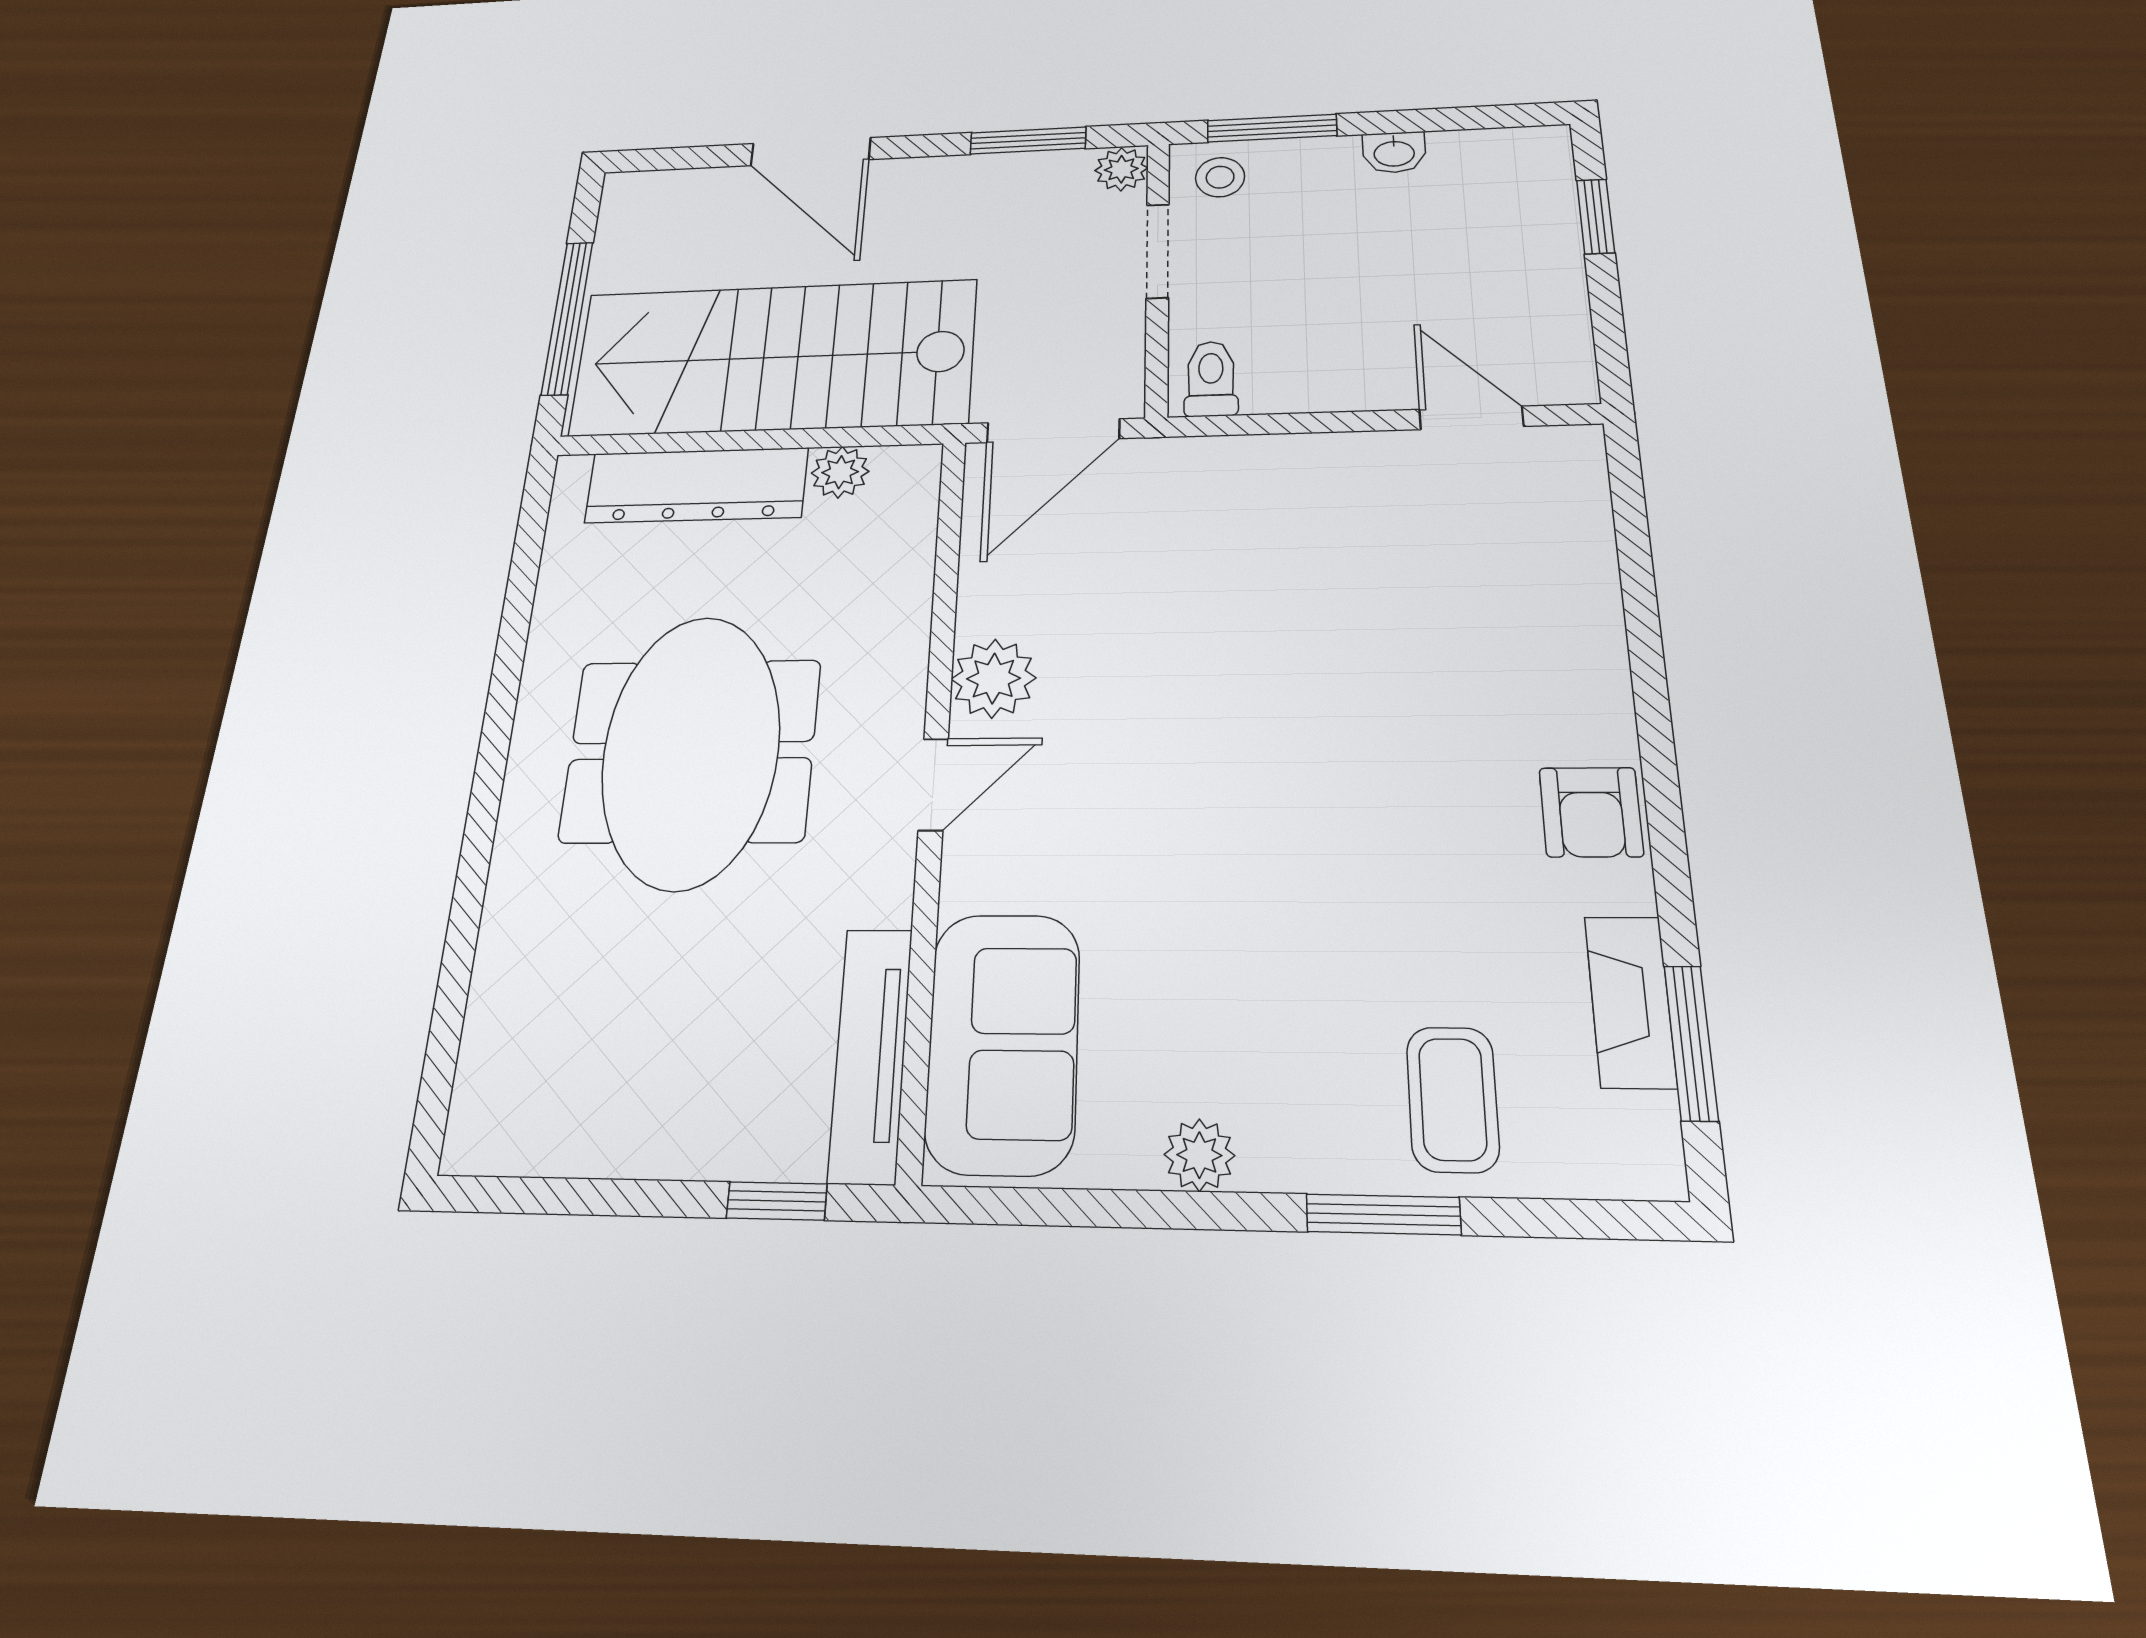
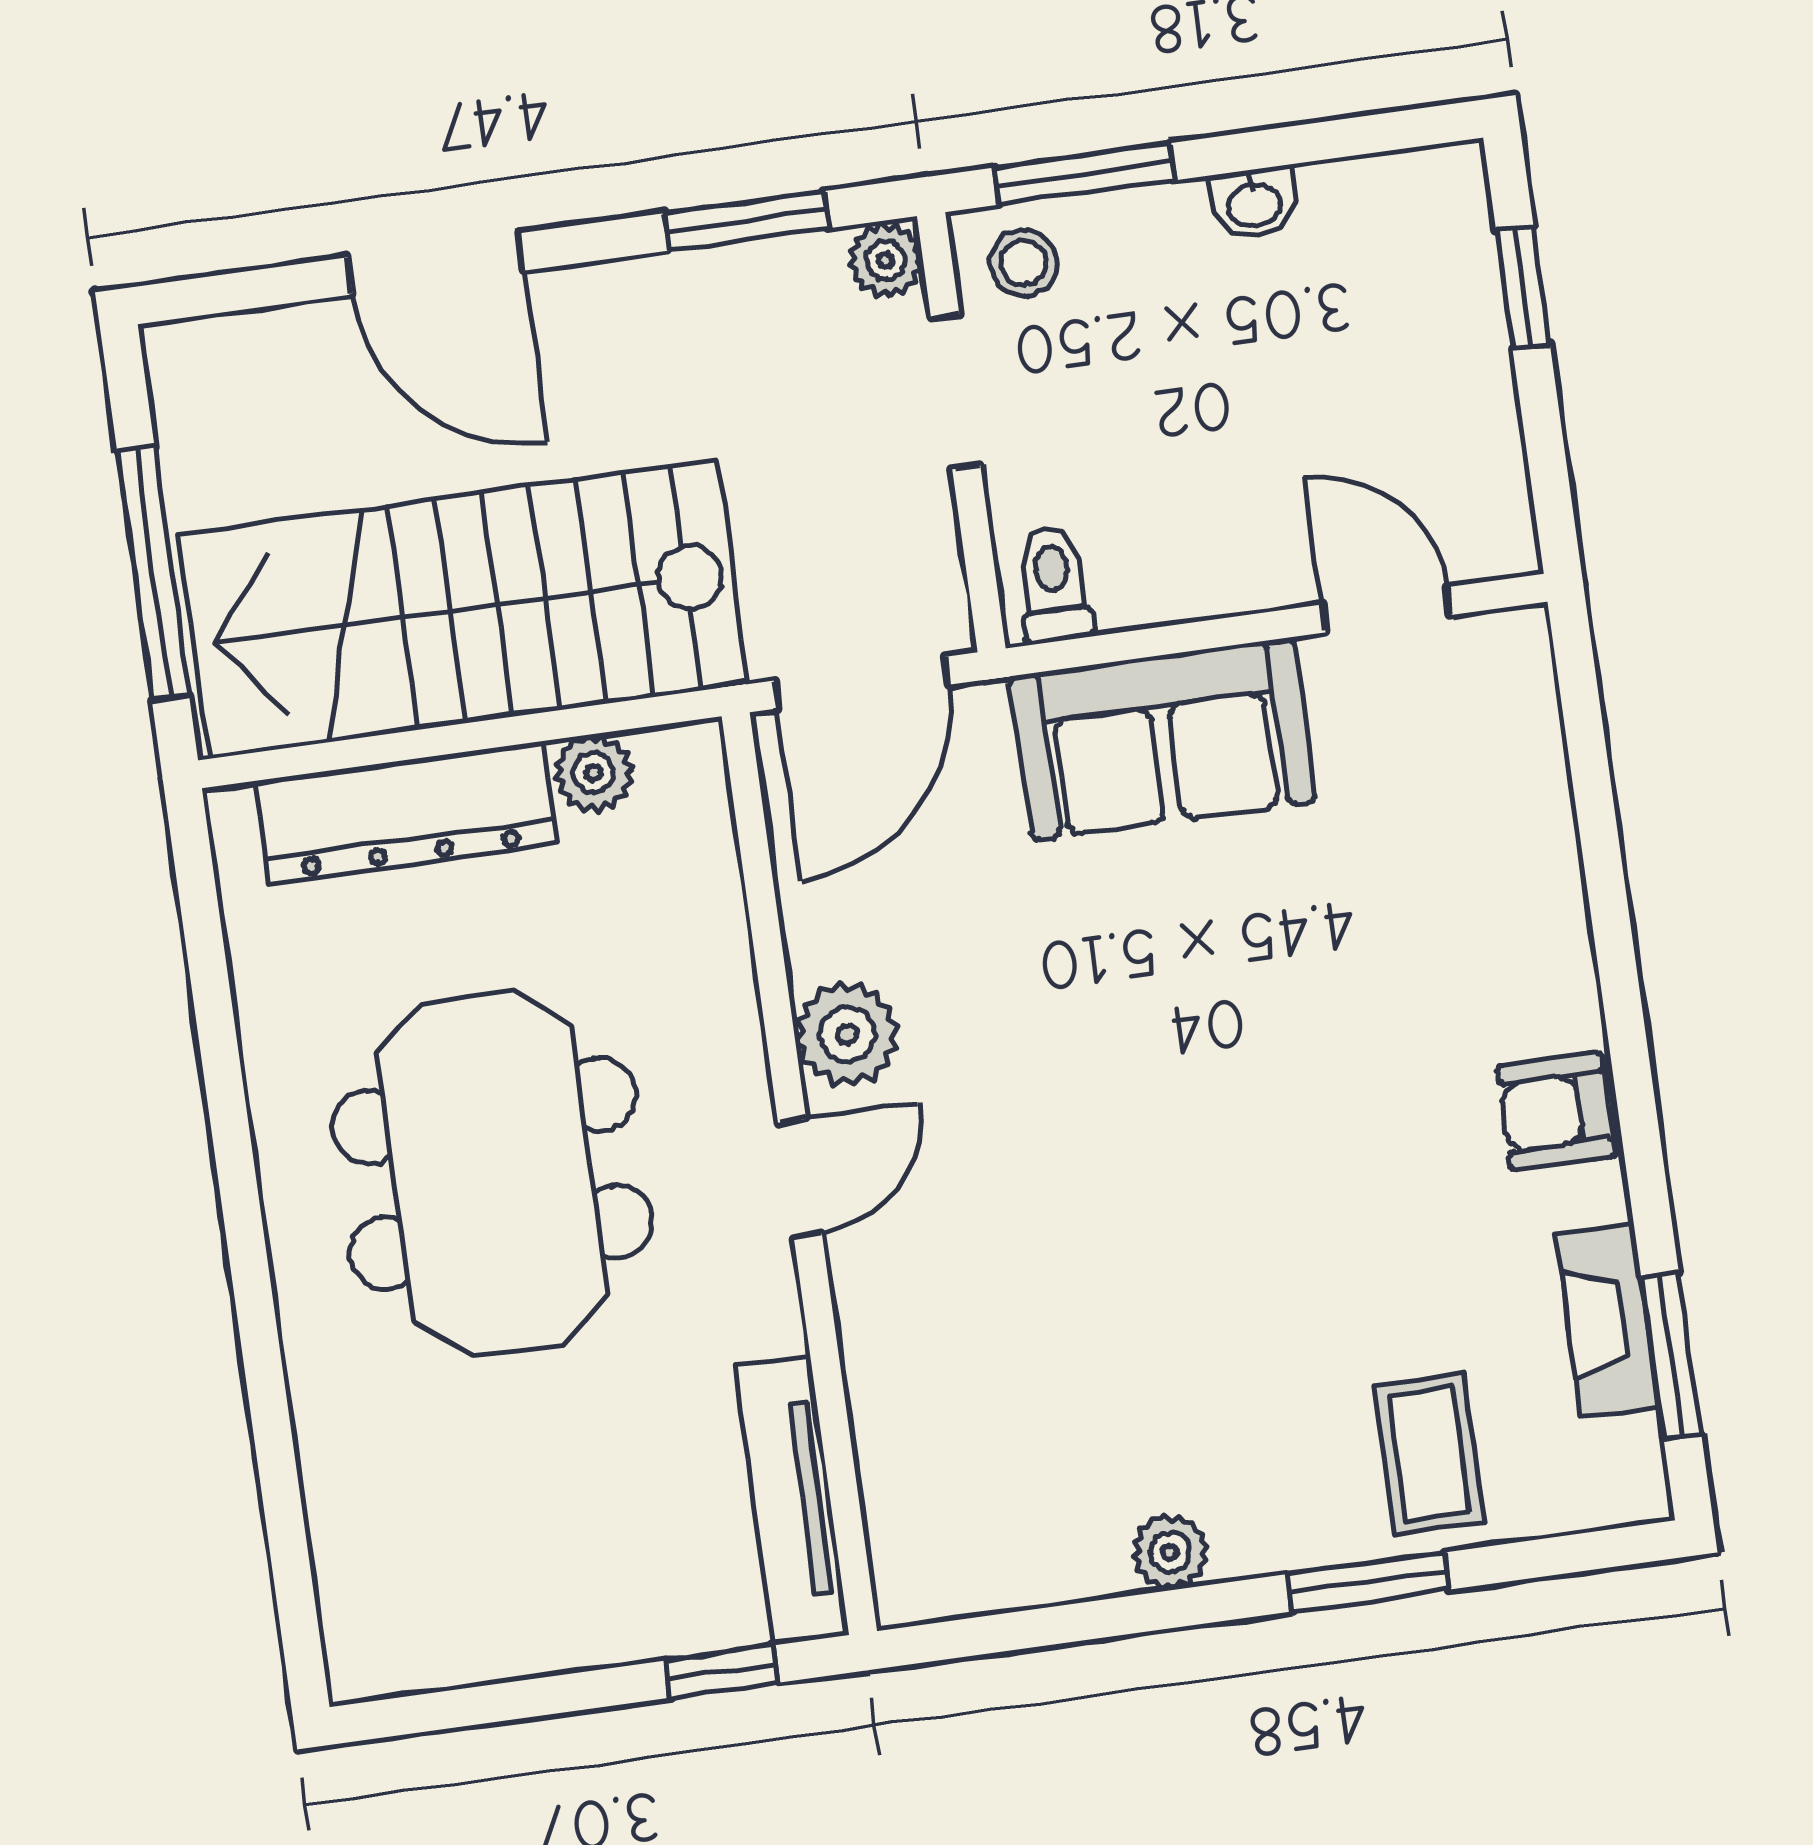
armchair: (1591, 812) -> (1556, 1111), turned 90
sofa: (1003, 1042) -> (1163, 739), moved, turned 90

